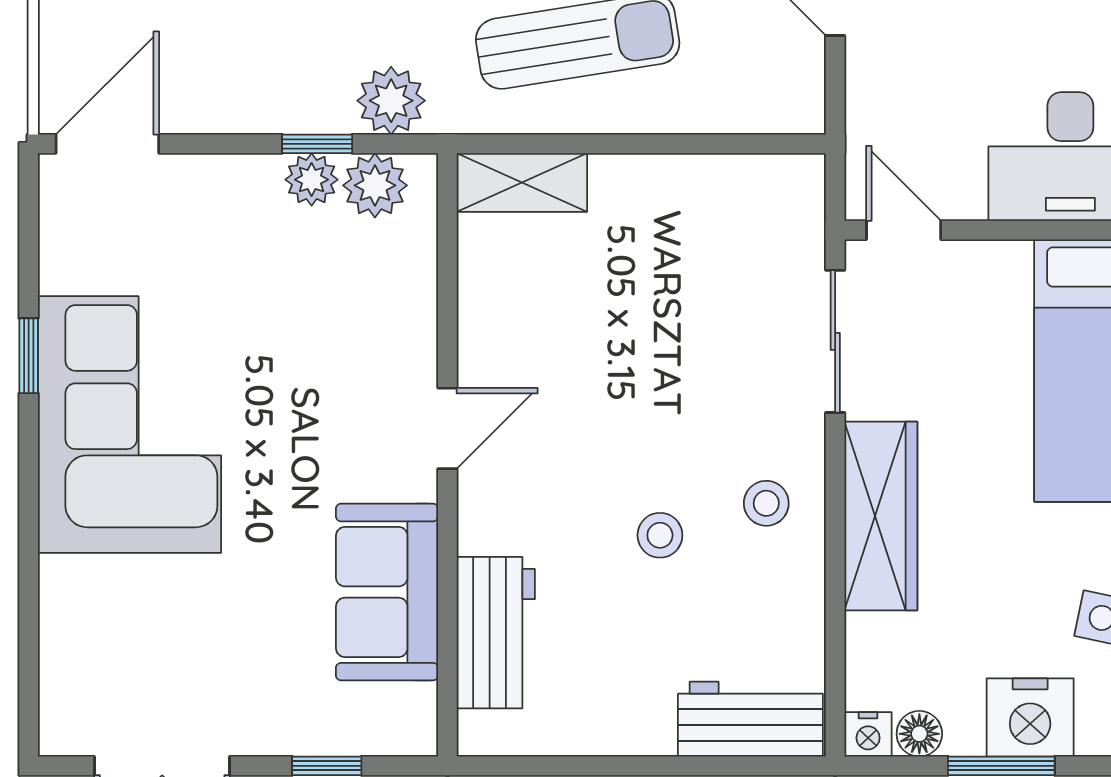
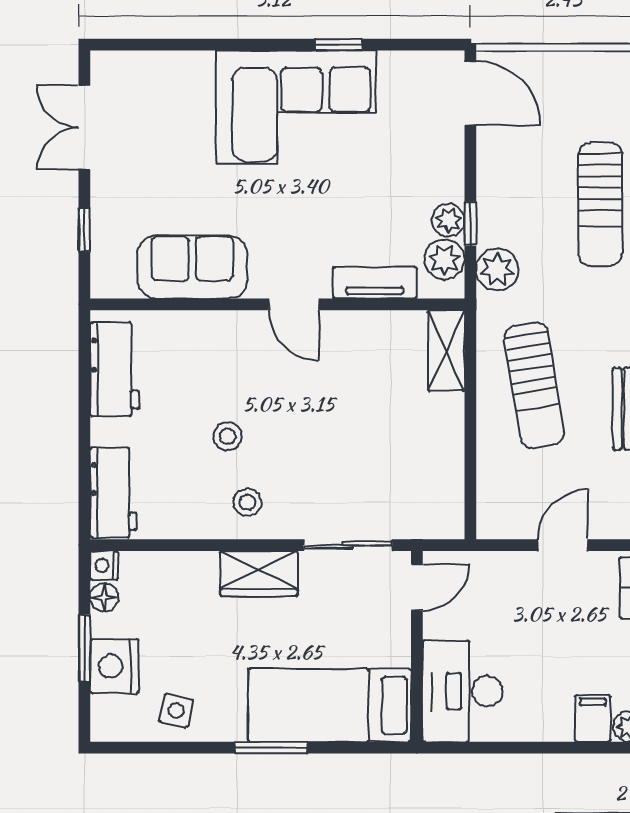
tv unit: (413, 298) -> (375, 283), added
wardrobe: (881, 516) -> (259, 574), width x0.67
workbench: (496, 633) -> (114, 369), moved, turned -90

